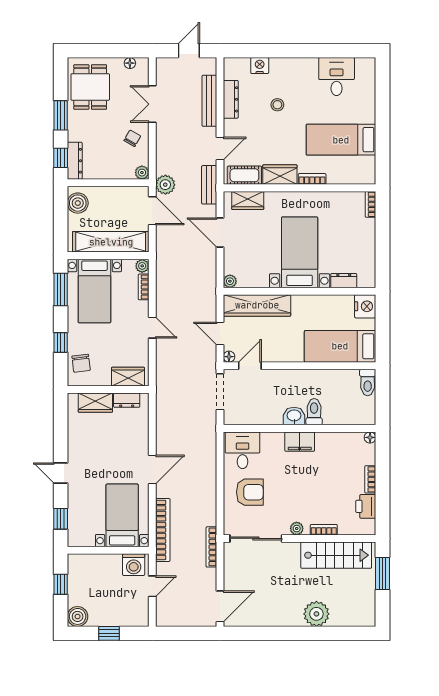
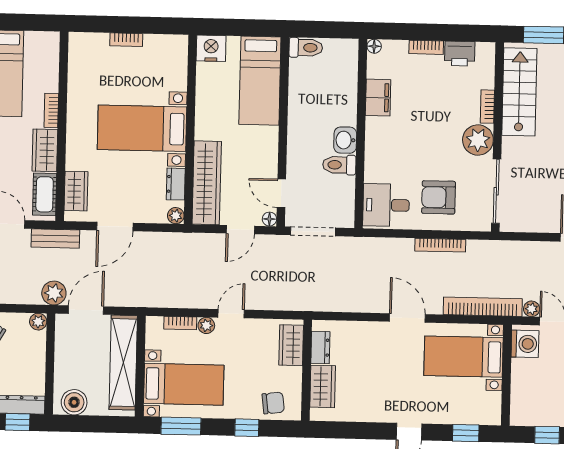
bookcase: (370, 204) -> (126, 40), moved
plant: (142, 266) -> (206, 325), moved
dresser: (344, 281) -> (176, 184), moved
toilet: (314, 412) -> (339, 165), moved
filing cabinet: (300, 442) -> (378, 98), moved
armchair: (250, 492) -> (439, 197), turned -90
plant: (297, 529) -> (478, 140), width x1.87, depth x1.87
bookcase: (211, 547) -> (440, 245), moved
plant: (162, 569) -> (532, 309), added

